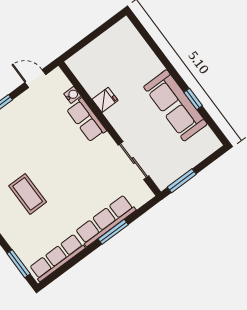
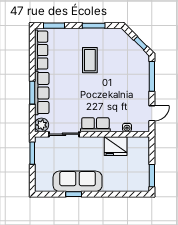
window: (106, 26) -> (152, 176), added
fridge: (105, 100) -> (116, 146), width x1.88, depth x1.34
row of seats: (86, 120) -> (95, 125), moved
coffee table: (28, 194) -> (90, 60), turned 90
plant: (142, 194) -> (42, 125), added

